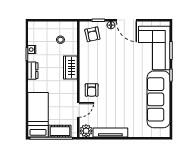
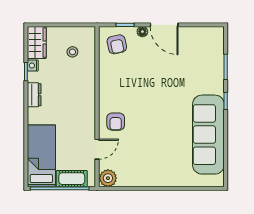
corner sofa: (154, 48) -> (202, 63), removed
wardrobe: (70, 68) -> (37, 43), moved, turned 180
tv unit: (110, 132) -> (142, 180), removed

